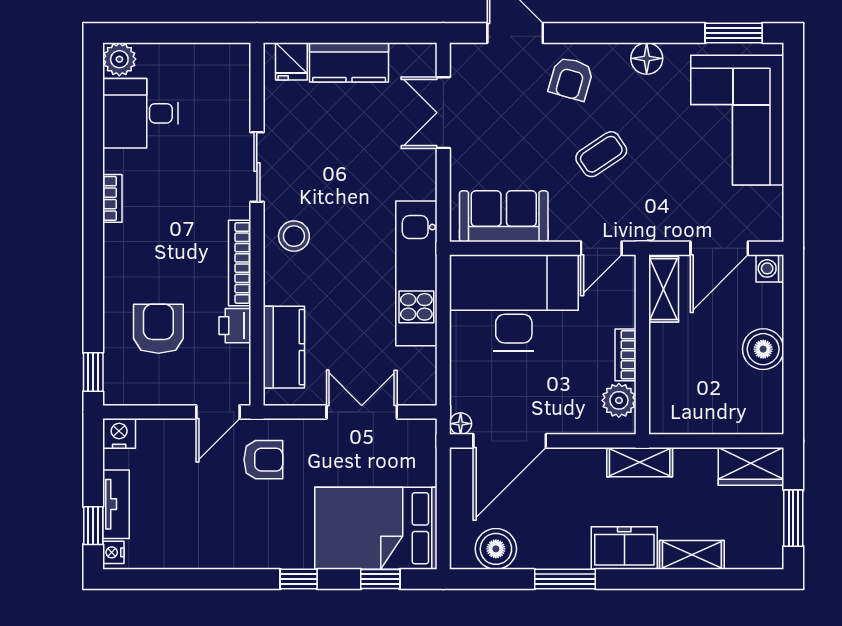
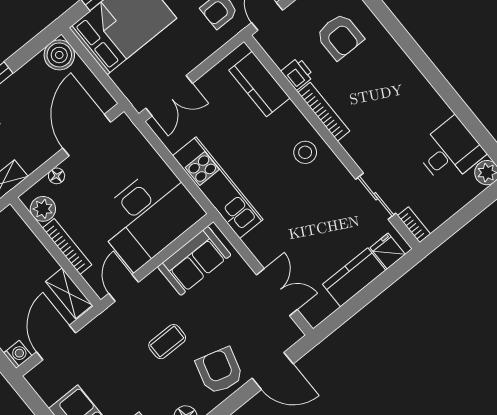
armchair: (571, 79) -> (219, 371), width x1.38, depth x1.38
coffee table: (601, 154) -> (167, 342), turned 34
sliding door: (257, 167) -> (376, 196), moved
bookcase: (112, 198) -> (414, 225), moved, turned 180
bookcase: (626, 355) -> (67, 246), width x1.56
double door: (362, 412) -> (169, 96), moved
floor lamp: (461, 424) -> (57, 176), moved
boiler: (496, 549) -> (59, 55), moved

